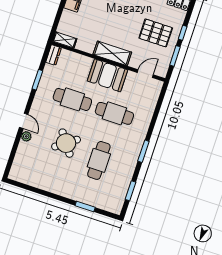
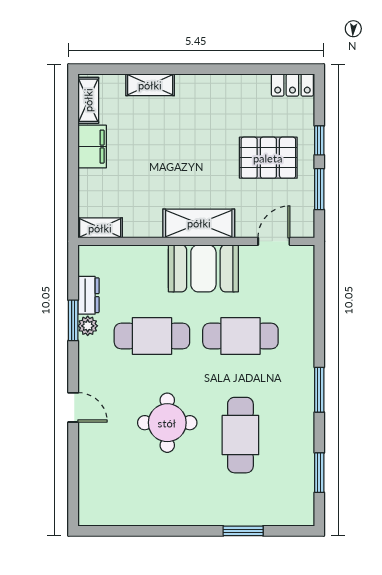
dresser: (54, 55) -> (88, 295), moved
plant: (26, 136) -> (88, 326), moved
round table: (66, 143) -> (167, 423), turned 36

